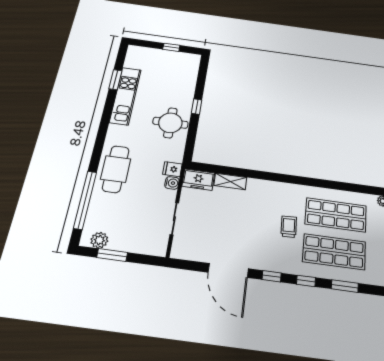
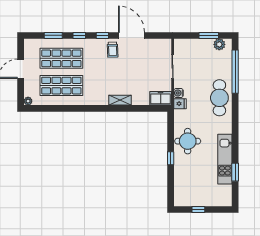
shelving: (230, 181) -> (120, 100), moved
trolley: (289, 227) -> (113, 50), moved

